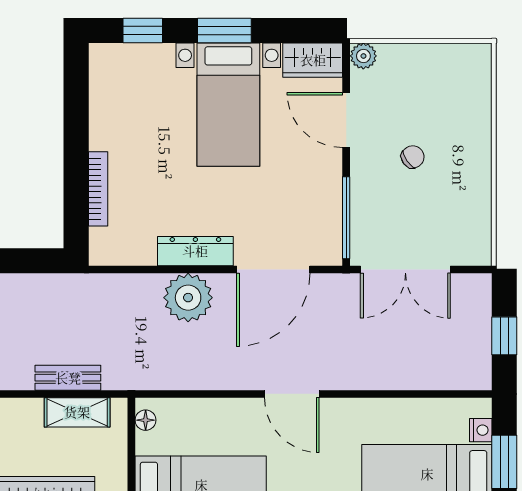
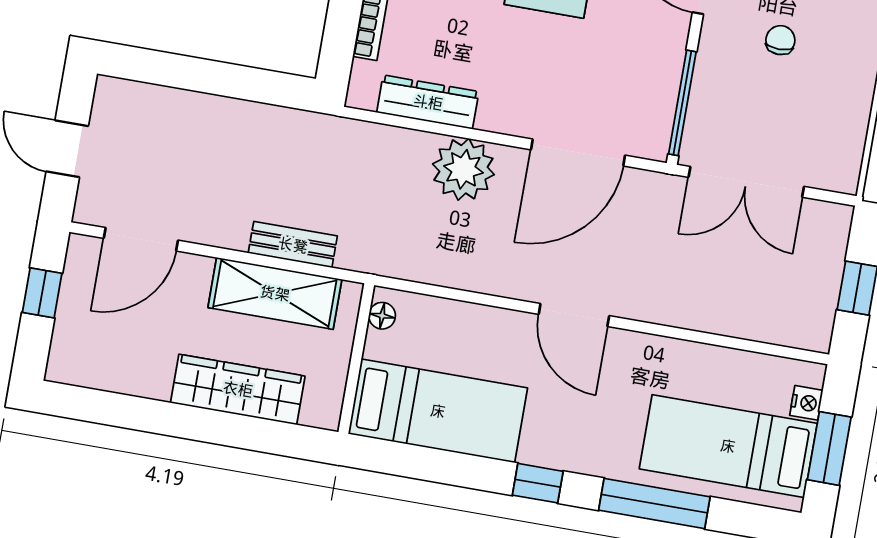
chair: (413, 157) -> (780, 40), turned -55
dresser: (195, 251) -> (428, 102), moved
shelving: (77, 412) -> (275, 293), width x1.50, depth x1.33

